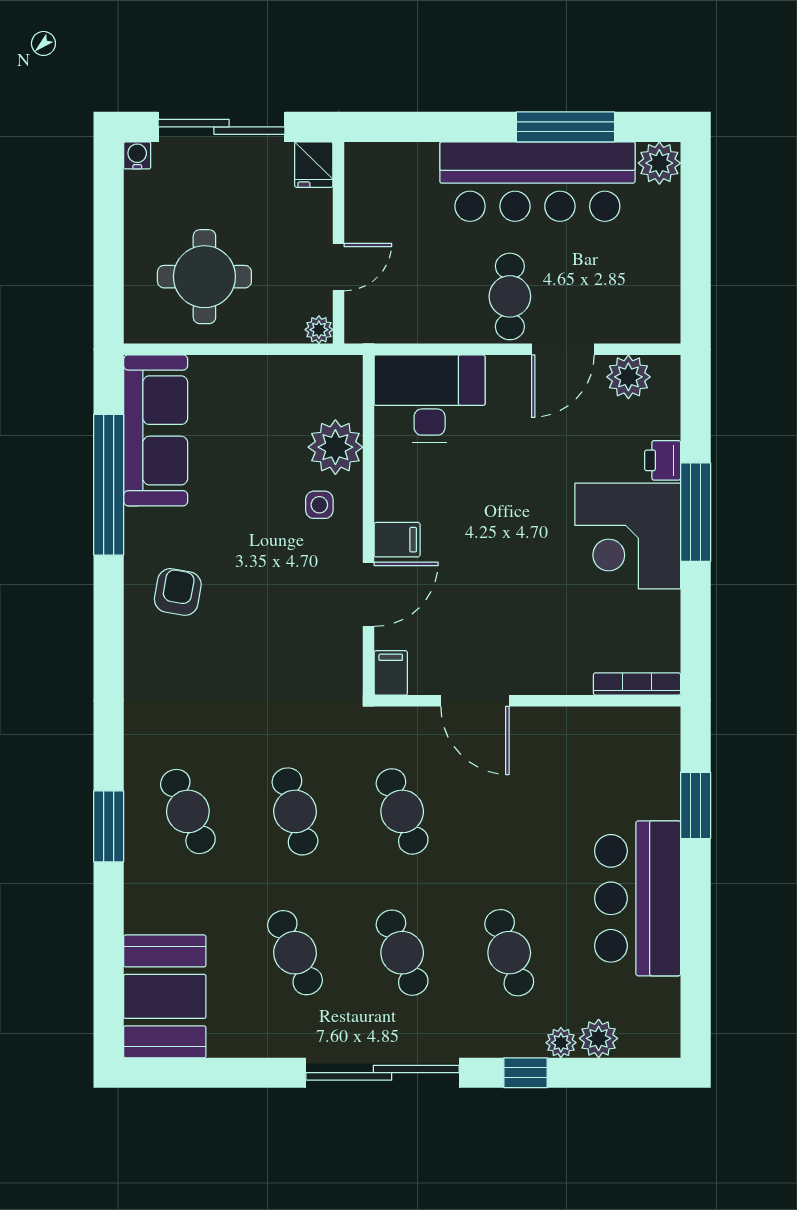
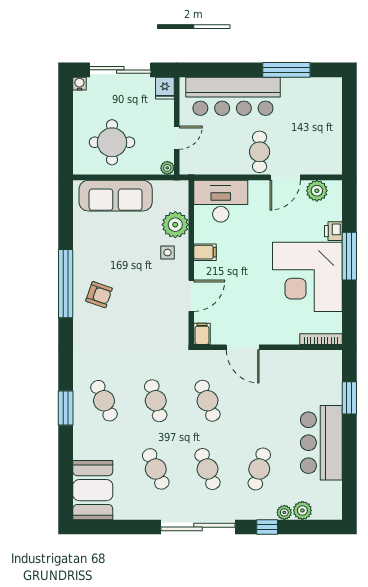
plant: (659, 163) -> (332, 87), removed
bar counter: (537, 182) -> (233, 96), moved
sofa: (156, 430) -> (116, 196), moved, turned 90
window: (109, 485) -> (66, 284), moved
corner desk: (628, 536) -> (307, 277), width x1.36, depth x1.36
filing cabinet: (397, 540) -> (205, 252), moved
armchair: (178, 592) -> (99, 295), turned 99
cafe table: (509, 953) -> (259, 469), turned 33

